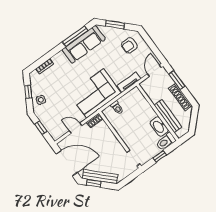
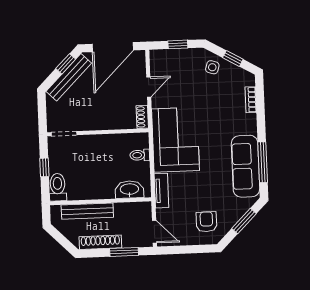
washbasin: (159, 127) -> (129, 190), moved

